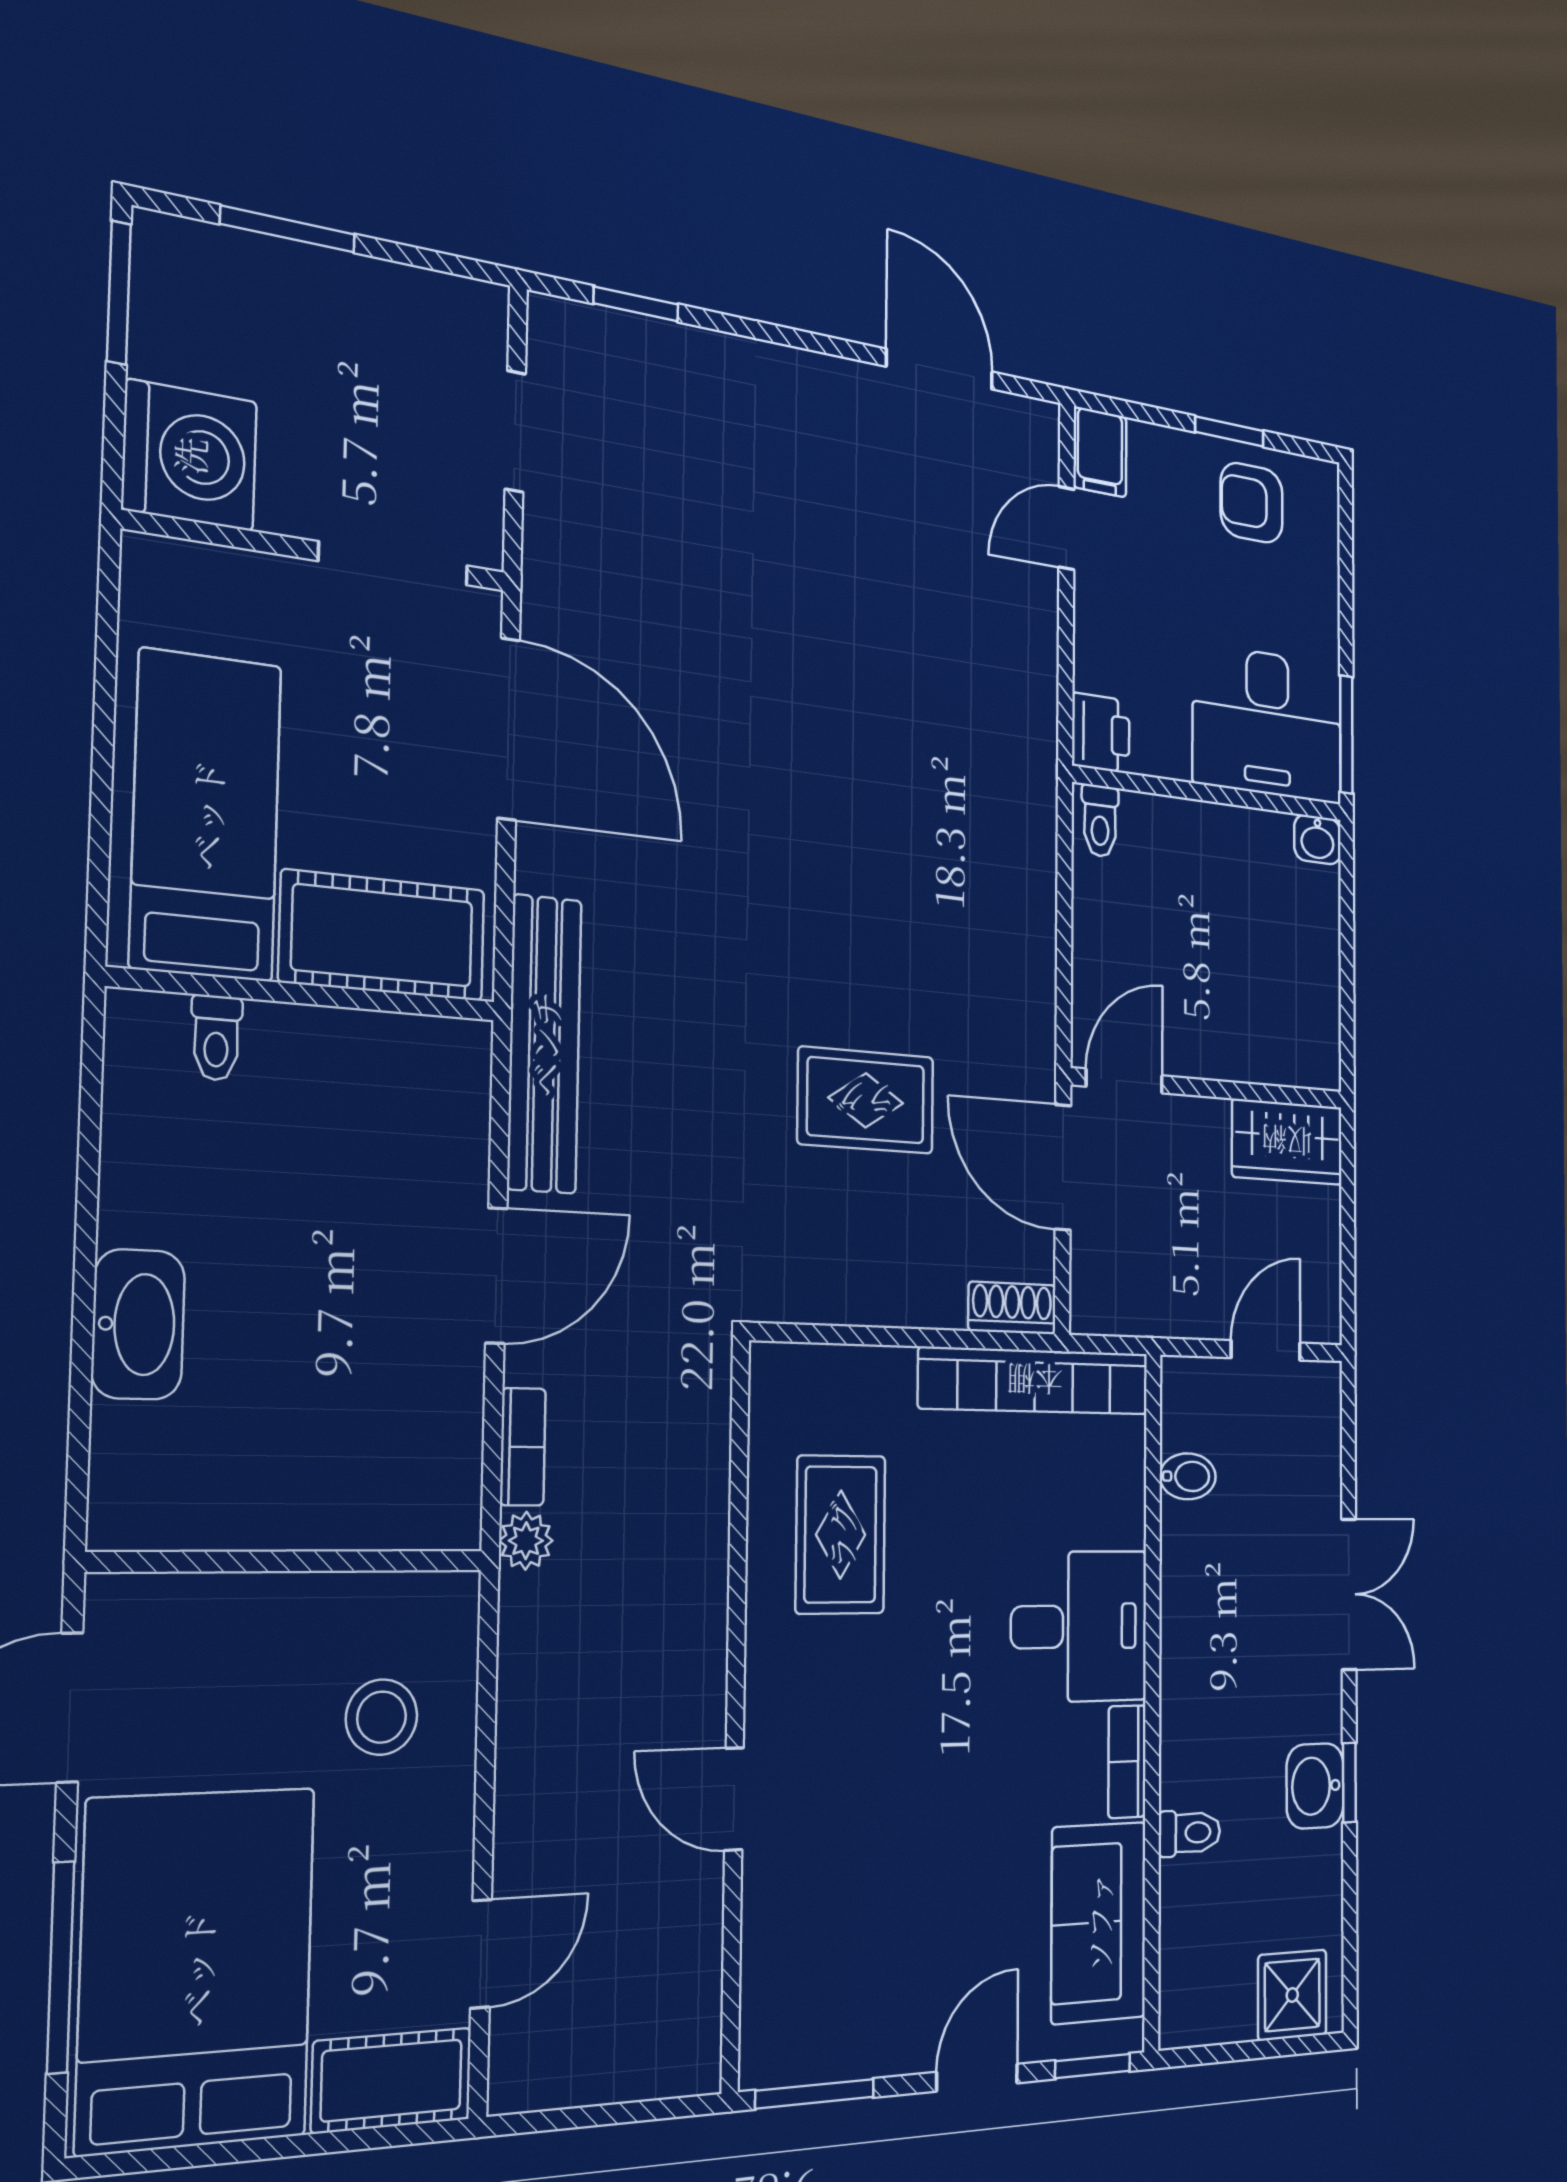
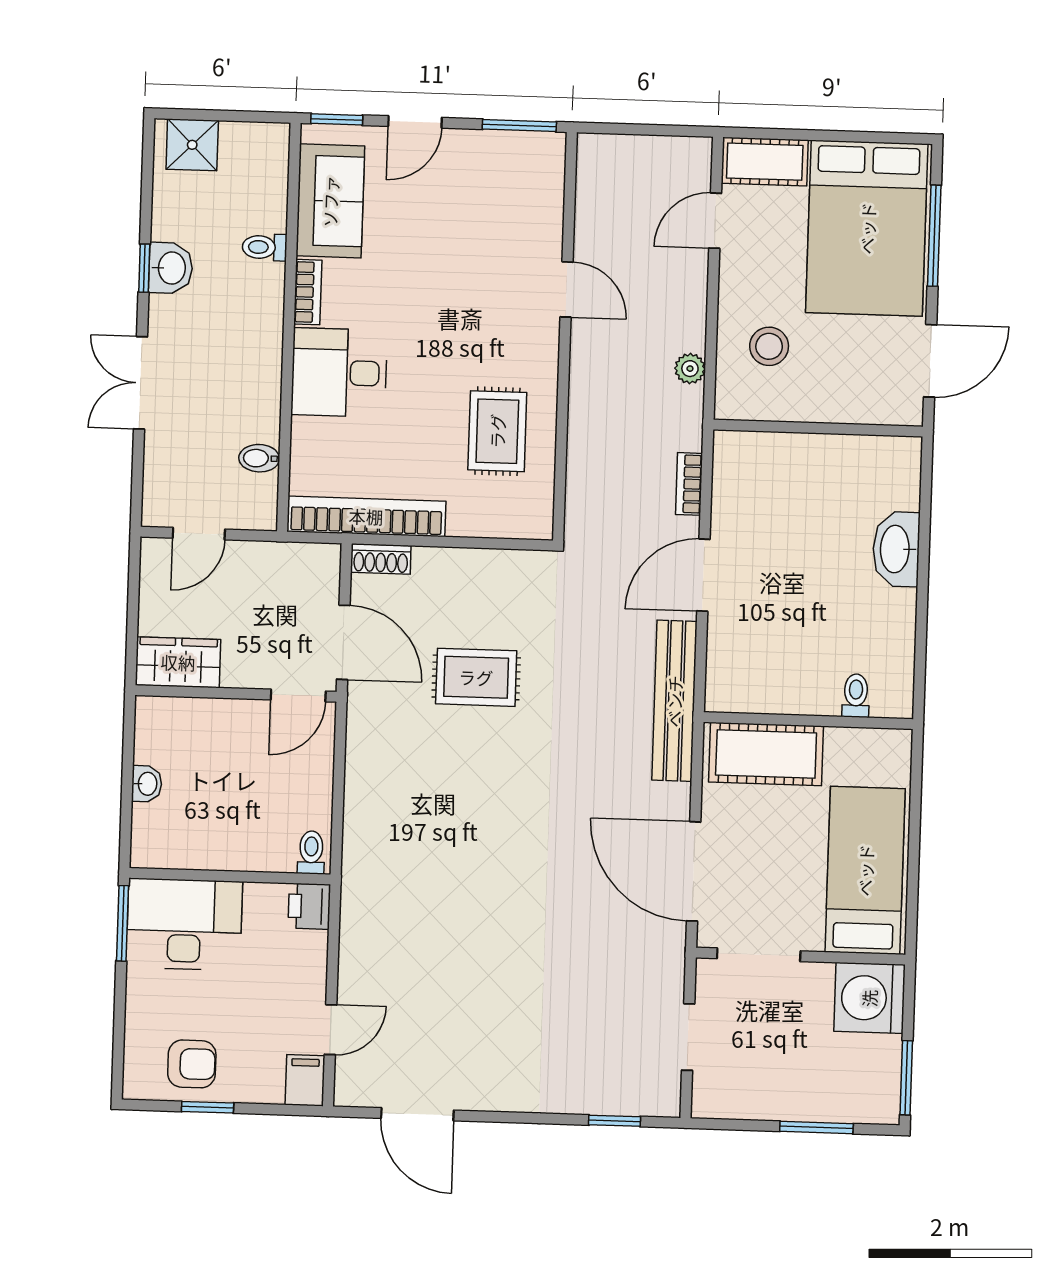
bed: (206, 815) -> (865, 870), moved, turned 180
washbasin: (1317, 840) -> (147, 784), moved, turned 90
plant: (526, 1541) -> (690, 369), moved

